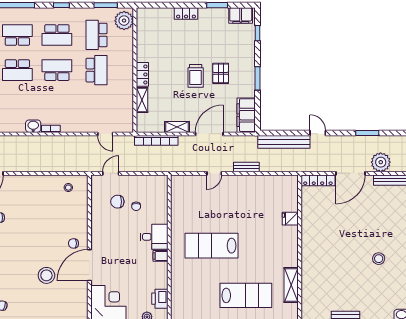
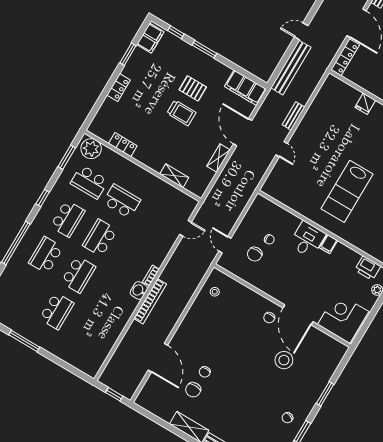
locker: (142, 74) -> (123, 145), moved
window: (258, 78) -> (204, 49), moved
bookcase: (156, 140) -> (150, 301), moved

